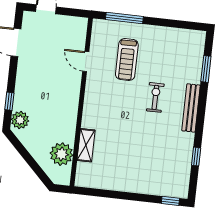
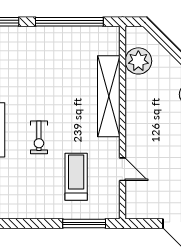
shelving: (86, 145) -> (109, 96), width x2.20, depth x1.33
window: (118, 195) -> (69, 22), added

